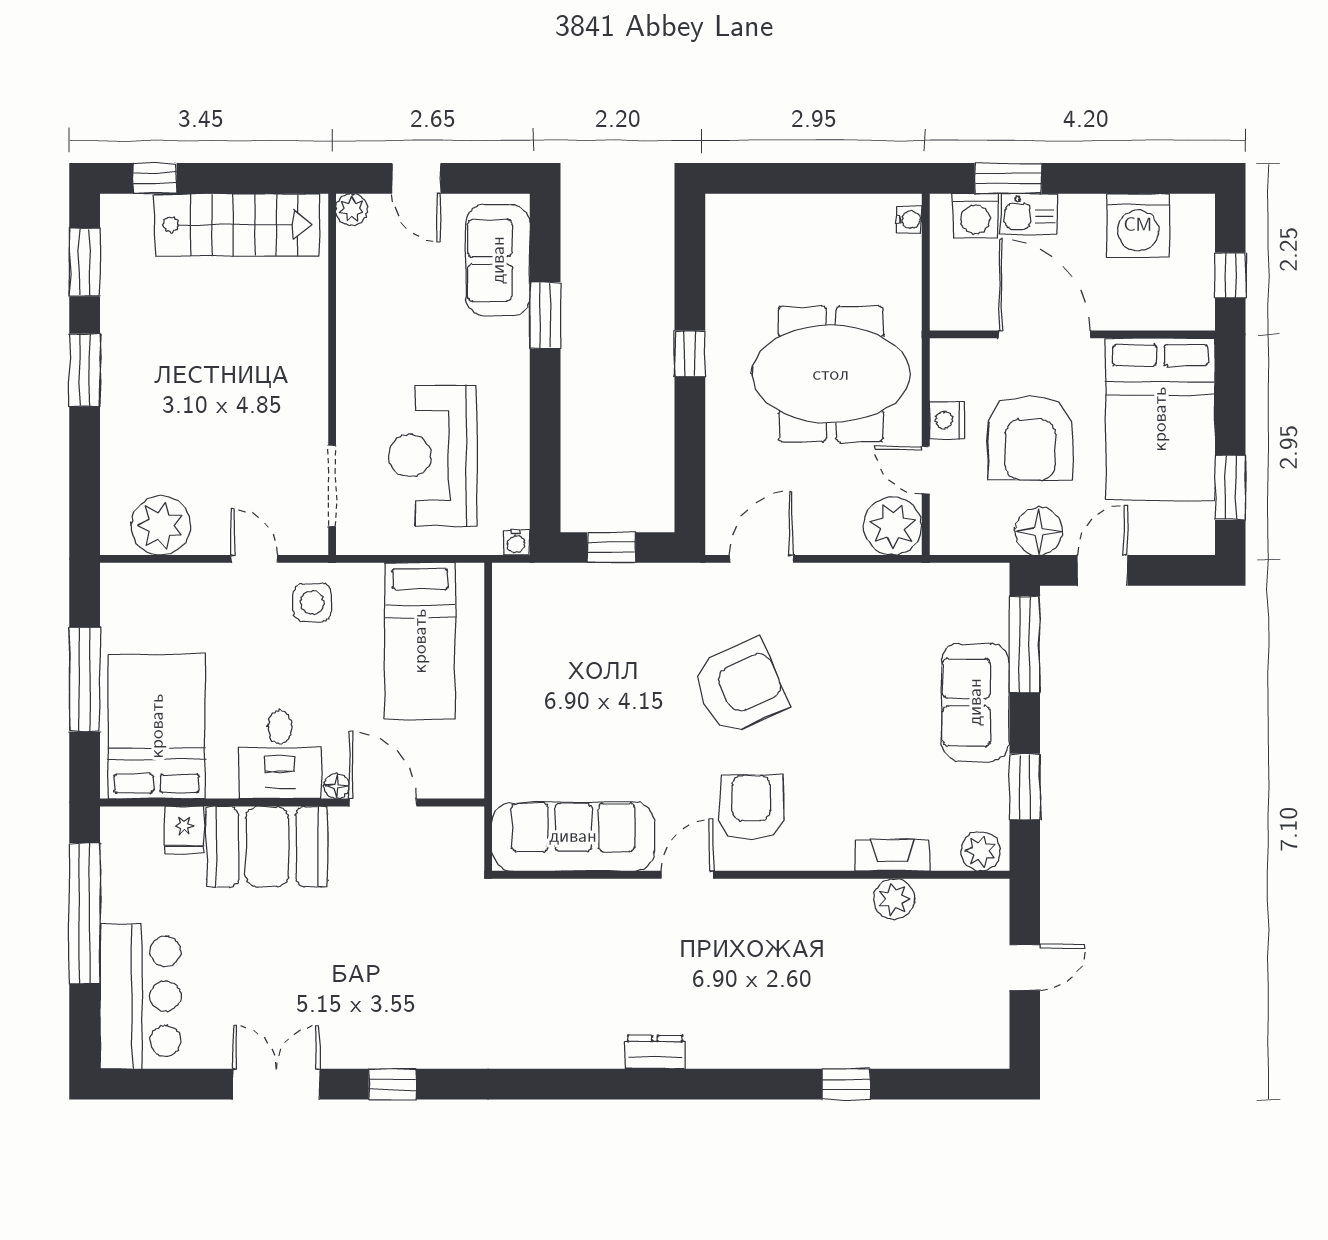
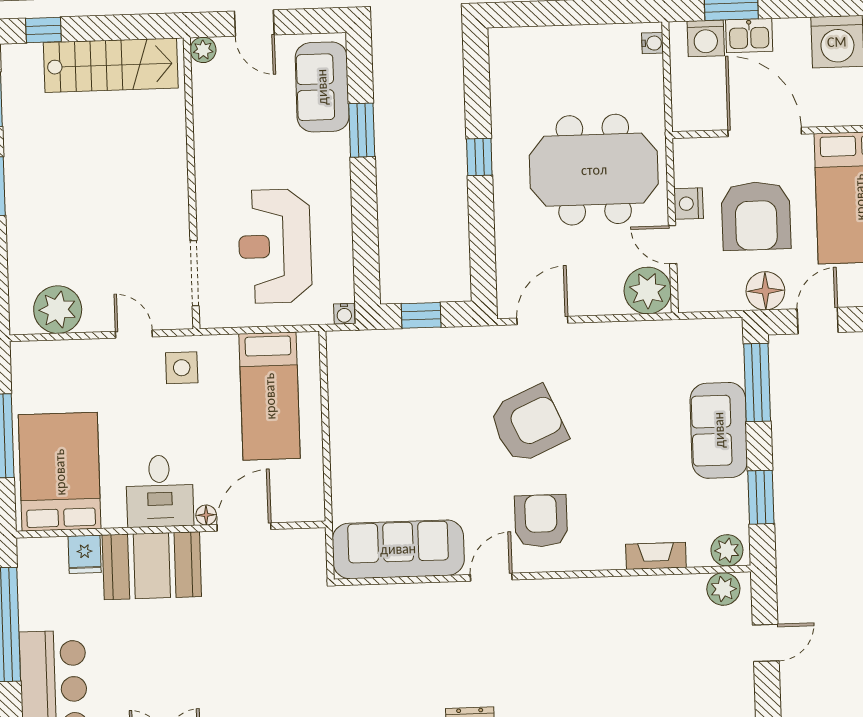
door: (383, 802) -> (244, 527), hinge flipped
plant: (894, 899) -> (723, 589), moved

